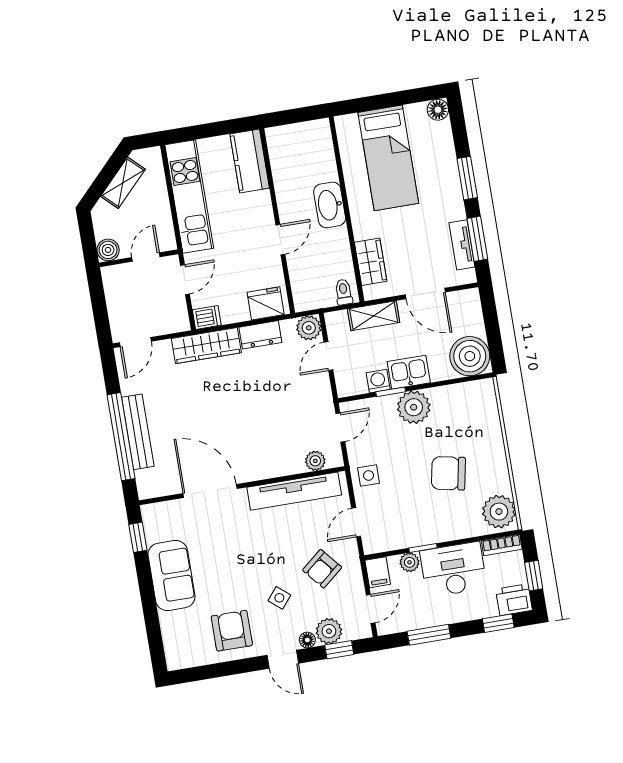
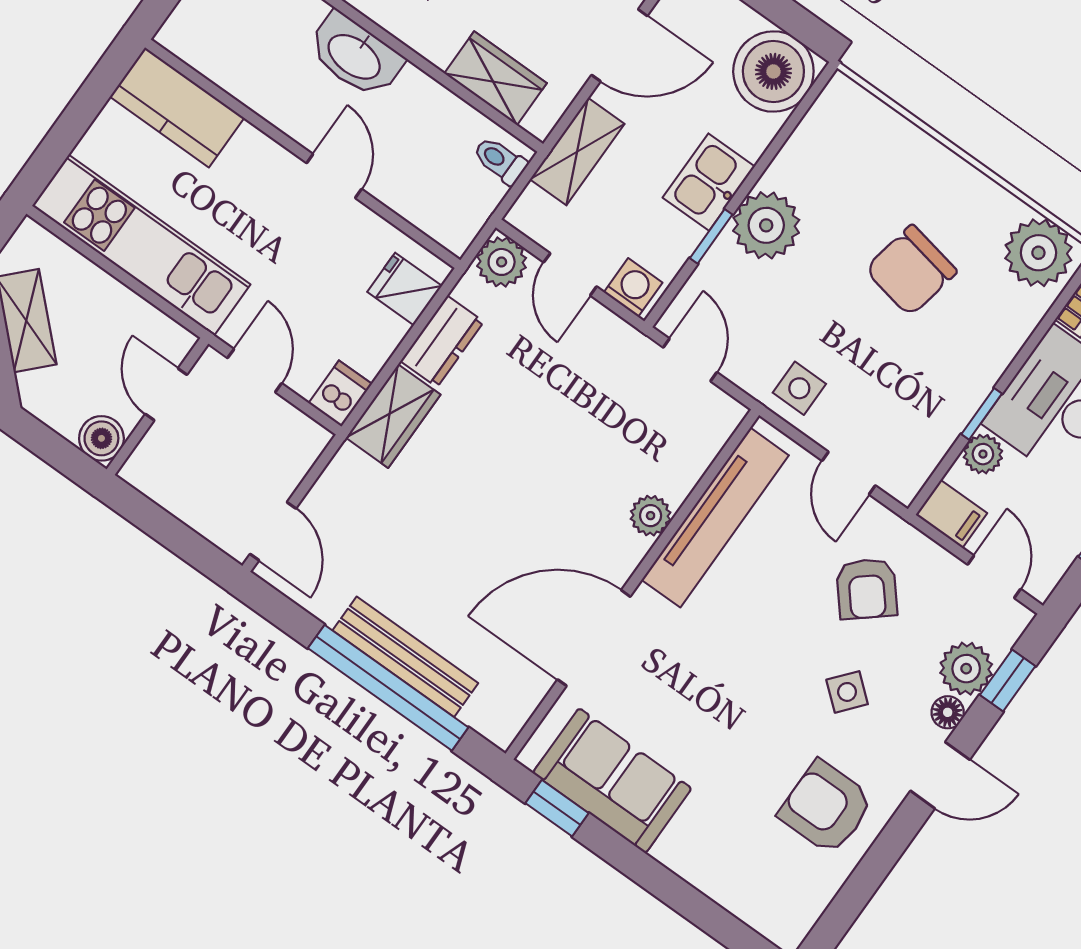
fridge: (266, 303) -> (405, 289), width x0.72
wardrobe: (206, 346) -> (393, 416), width x0.67
washing machine: (378, 381) -> (633, 287), moved, turned 90
plant: (315, 461) -> (651, 516), moved
sofa: (171, 576) -> (612, 781), moved

